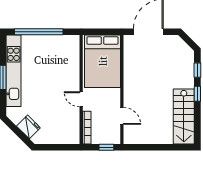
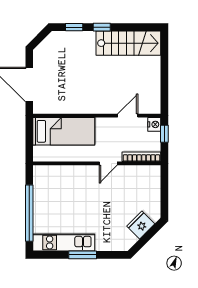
bed: (103, 61) -> (64, 131), width x0.67
kitchen unit: (14, 71) -> (64, 242), width x0.73
nightstand: (114, 139) -> (154, 124), added

